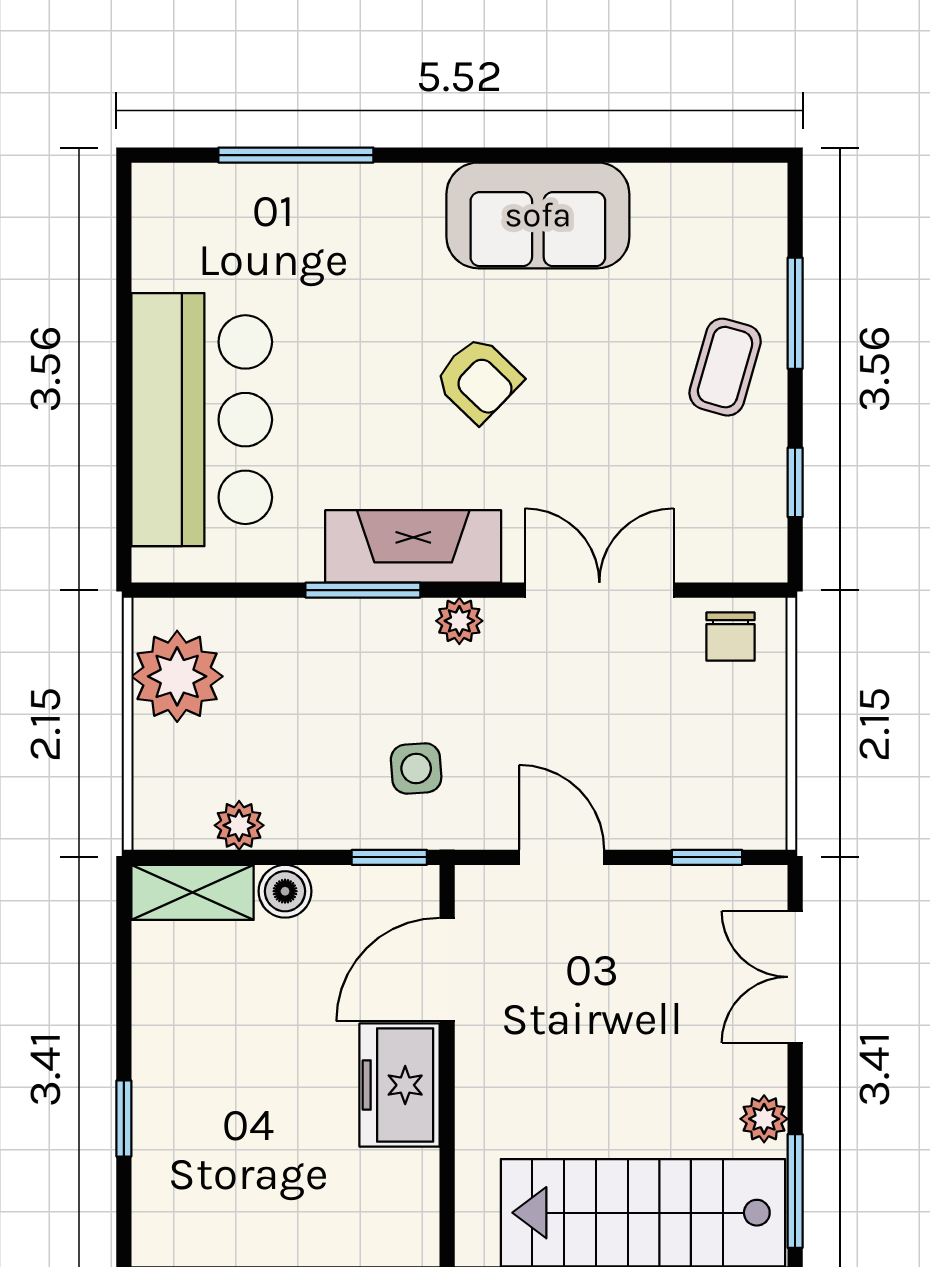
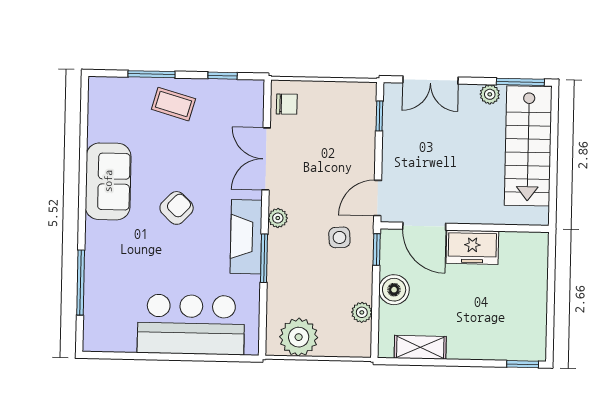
door: (562, 857) -> (378, 198), moved
boiler: (285, 891) -> (394, 290), width x1.36, depth x1.36
shelving: (193, 892) -> (420, 347), moved, turned 90
window: (124, 1119) -> (523, 364), moved

